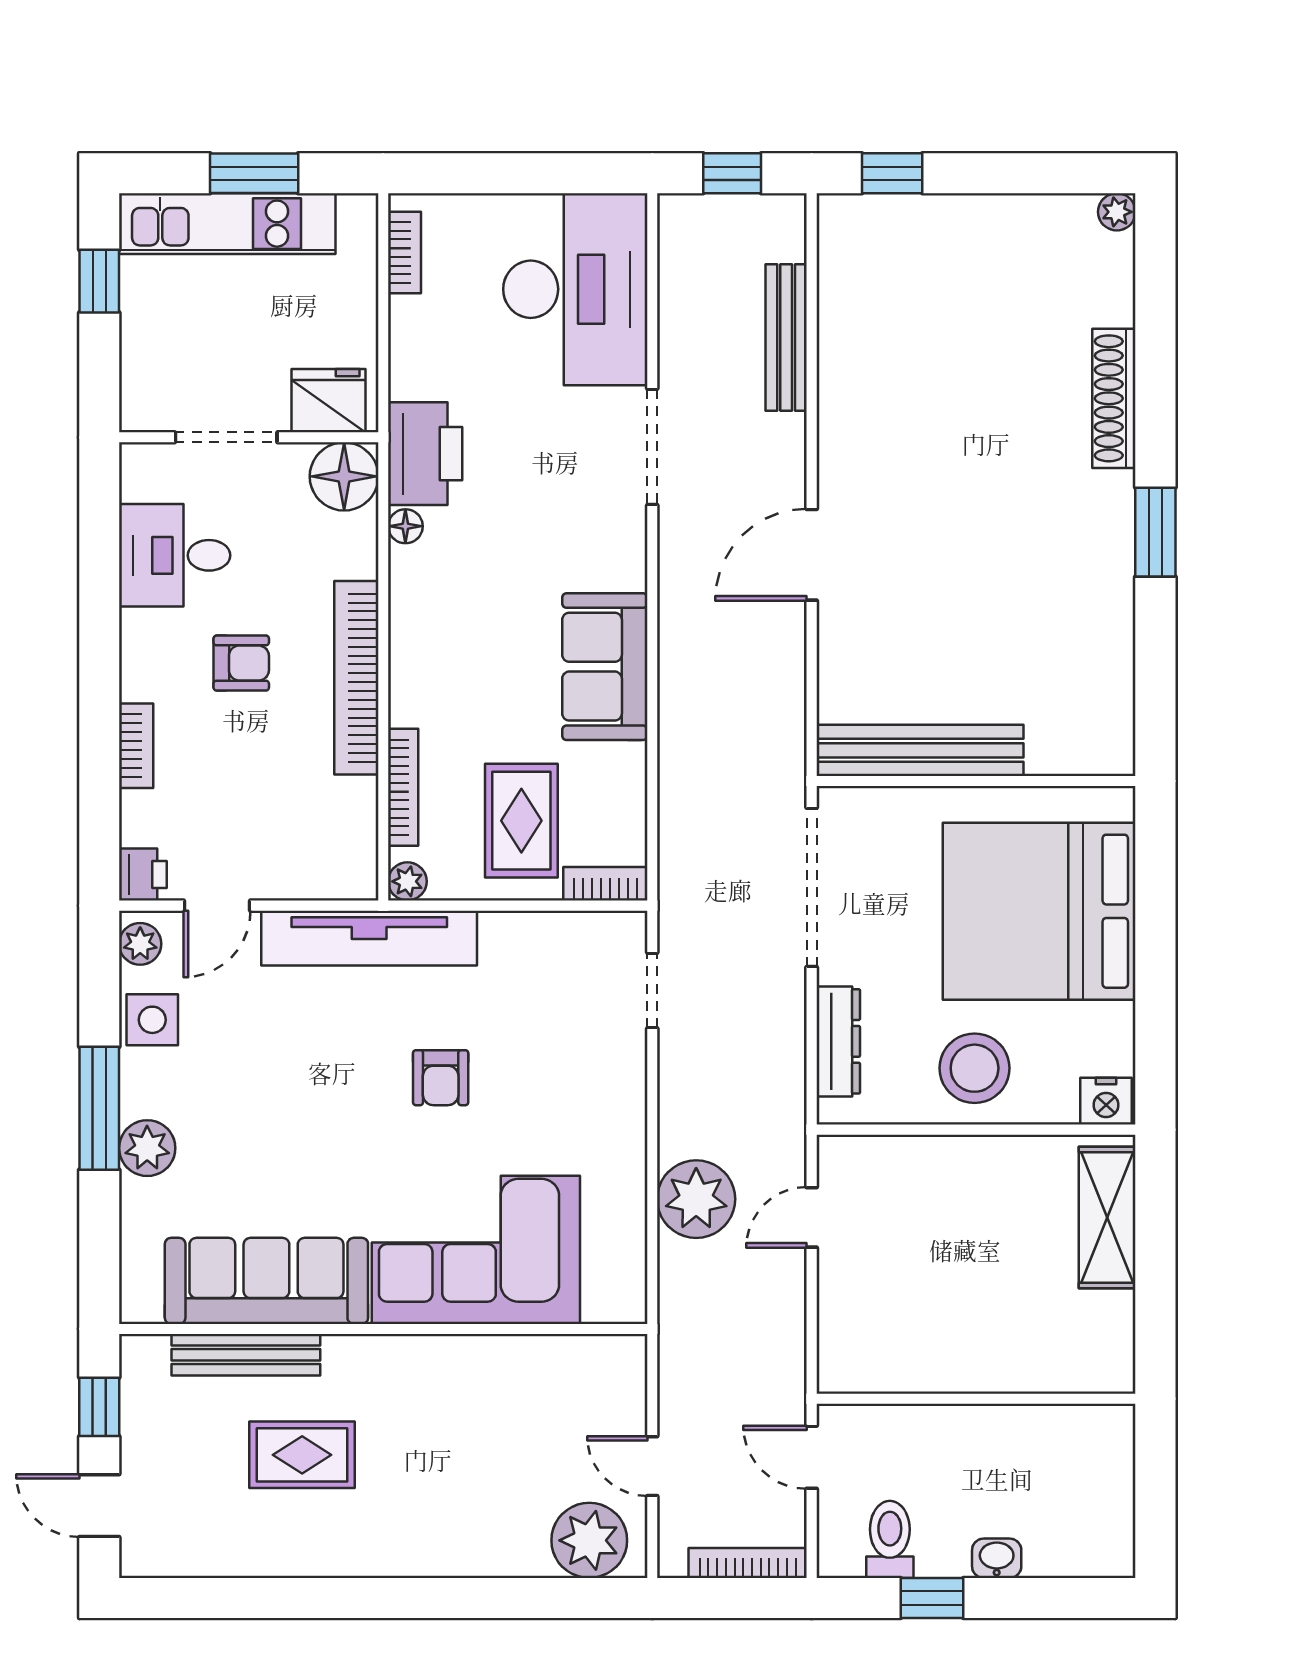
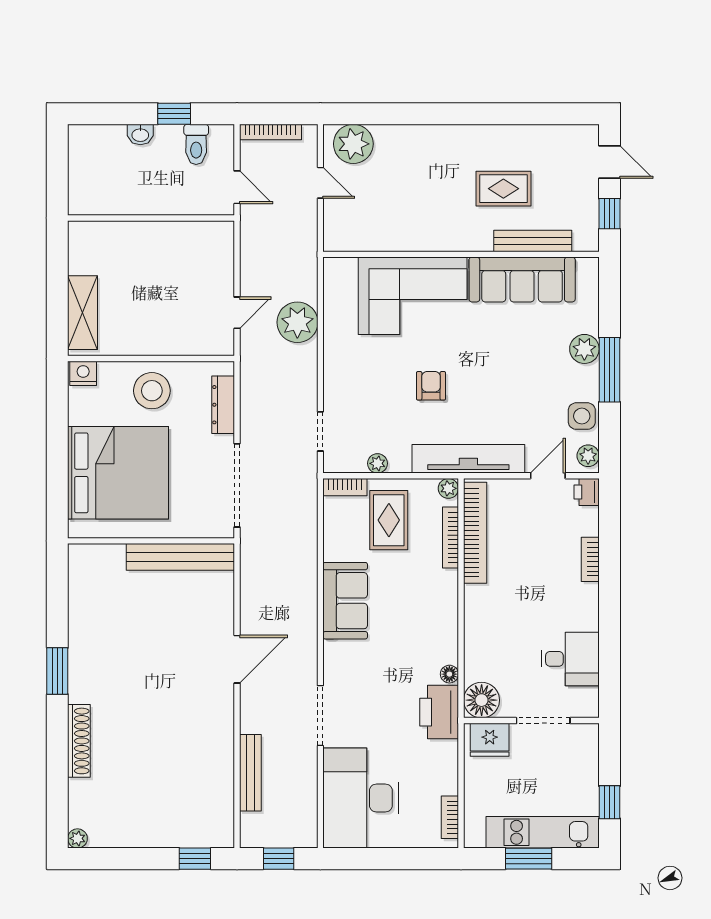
armchair: (241, 663) -> (535, 603), removed
bookcase: (356, 678) -> (475, 533), moved
plant: (543, 929) -> (377, 463), added

